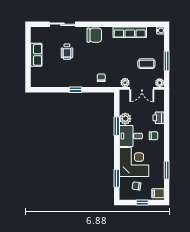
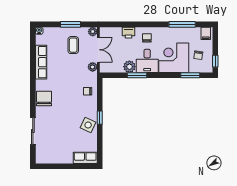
wheelchair: (67, 52) -> (61, 126), removed
row of seats: (36, 55) -> (85, 158), moved
side table: (68, 78) -> (88, 125), added
window: (167, 170) -> (182, 24), width x1.44
window: (142, 203) -> (215, 61), moved

